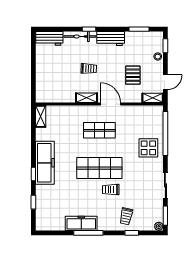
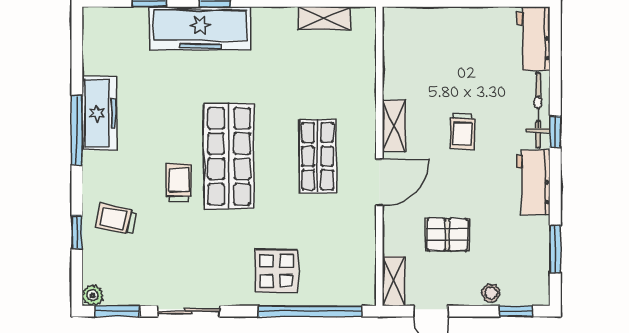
shelving: (41, 116) -> (324, 18), moved
freezer: (45, 163) -> (200, 28), moved

